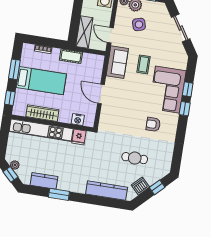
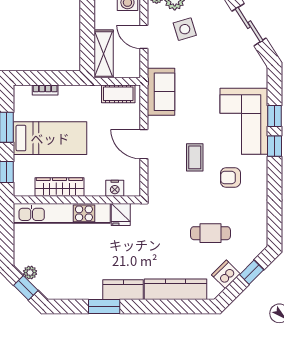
door: (110, 35) -> (144, 37), moved
cot: (71, 56) -> (118, 94), moved
coffee table: (144, 64) -> (195, 157), moved
kitchen counter: (44, 181) -> (123, 290), moved

